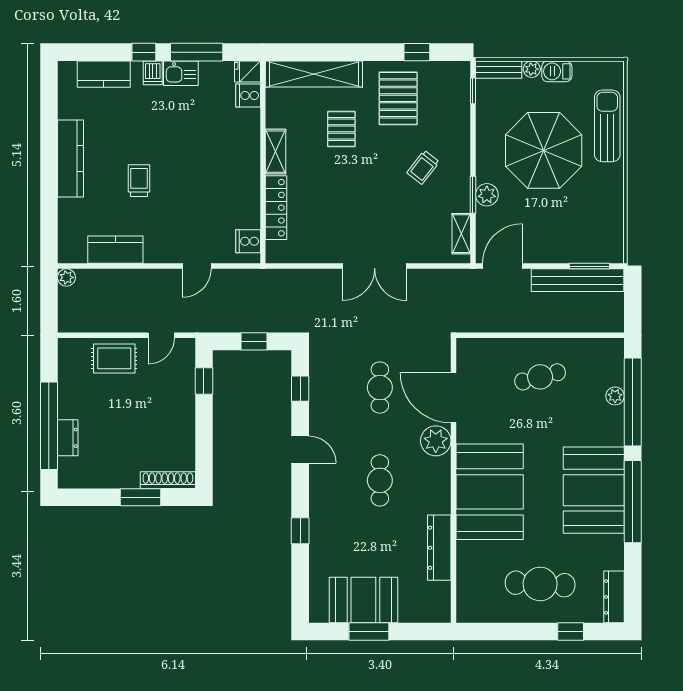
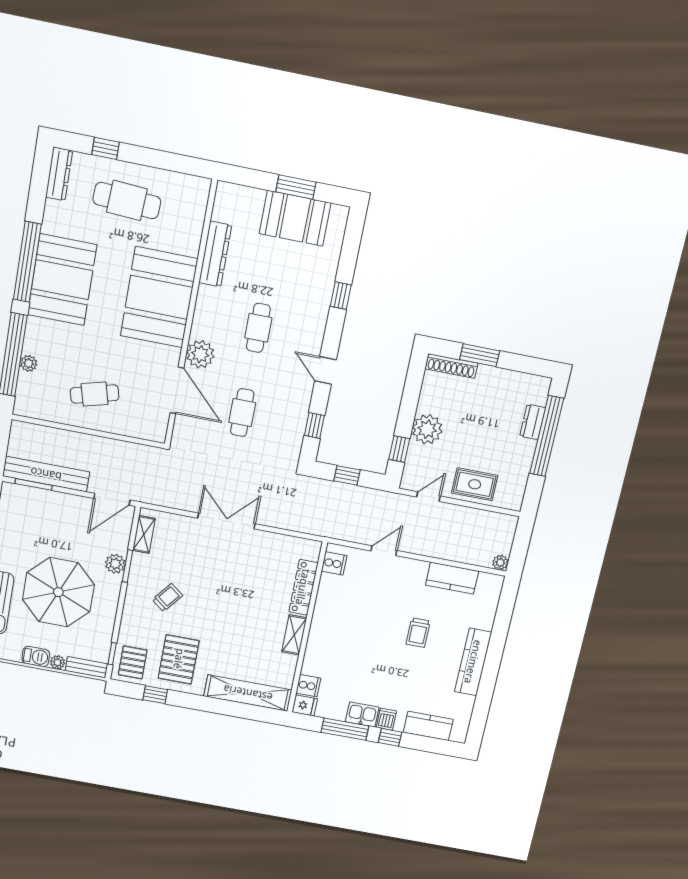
pallet: (341, 129) -> (133, 662), moved
plant: (179, 408) -> (427, 429), added

